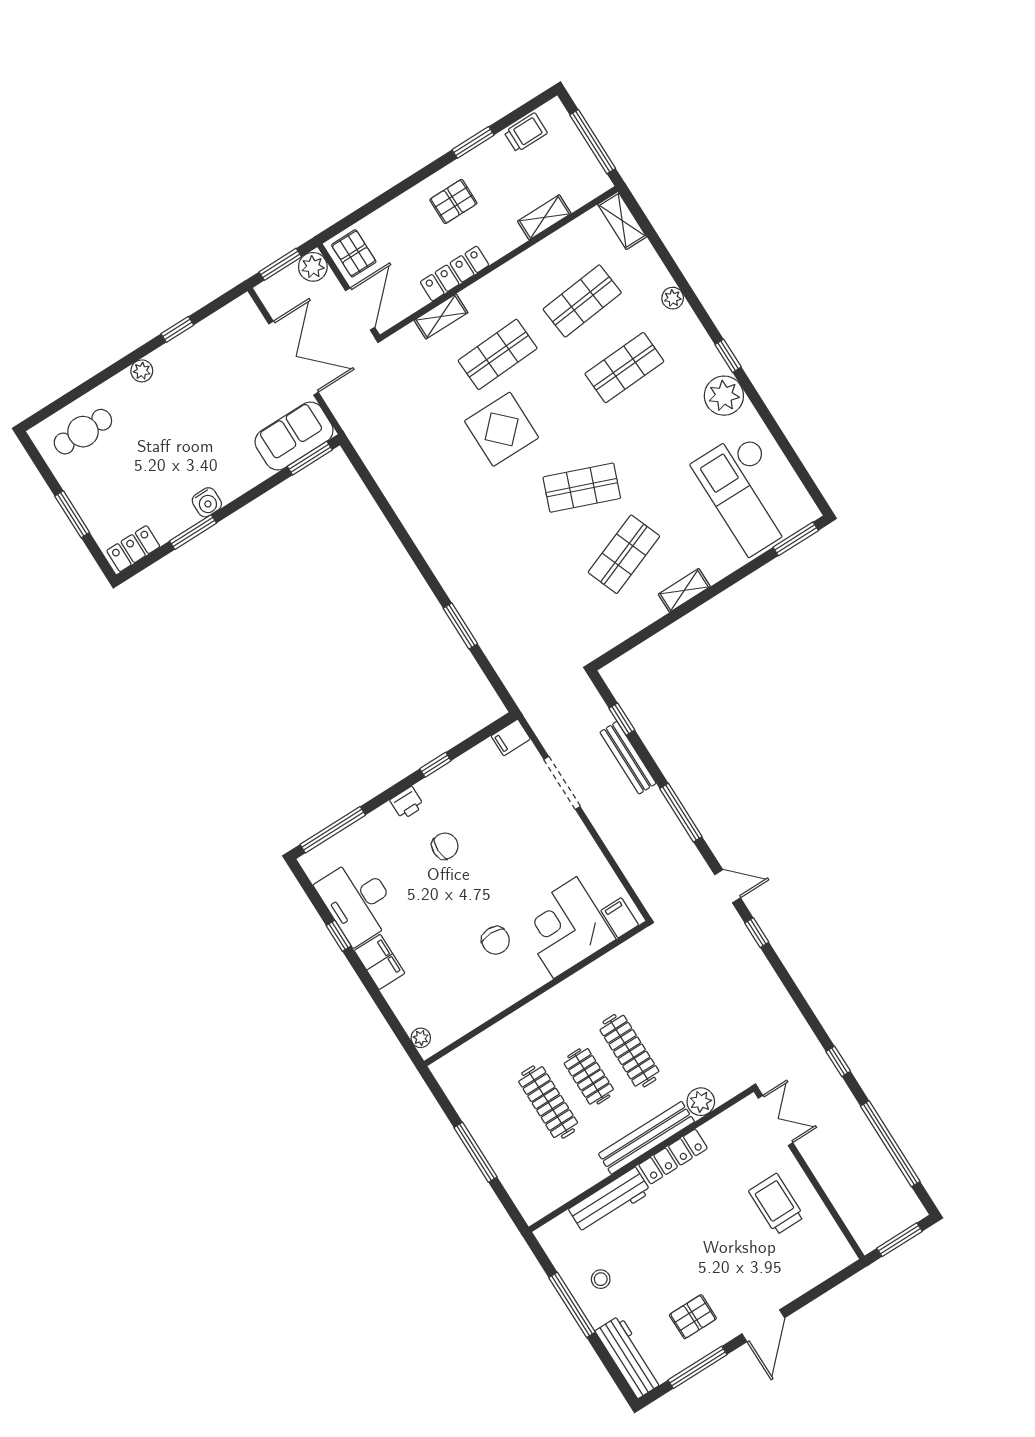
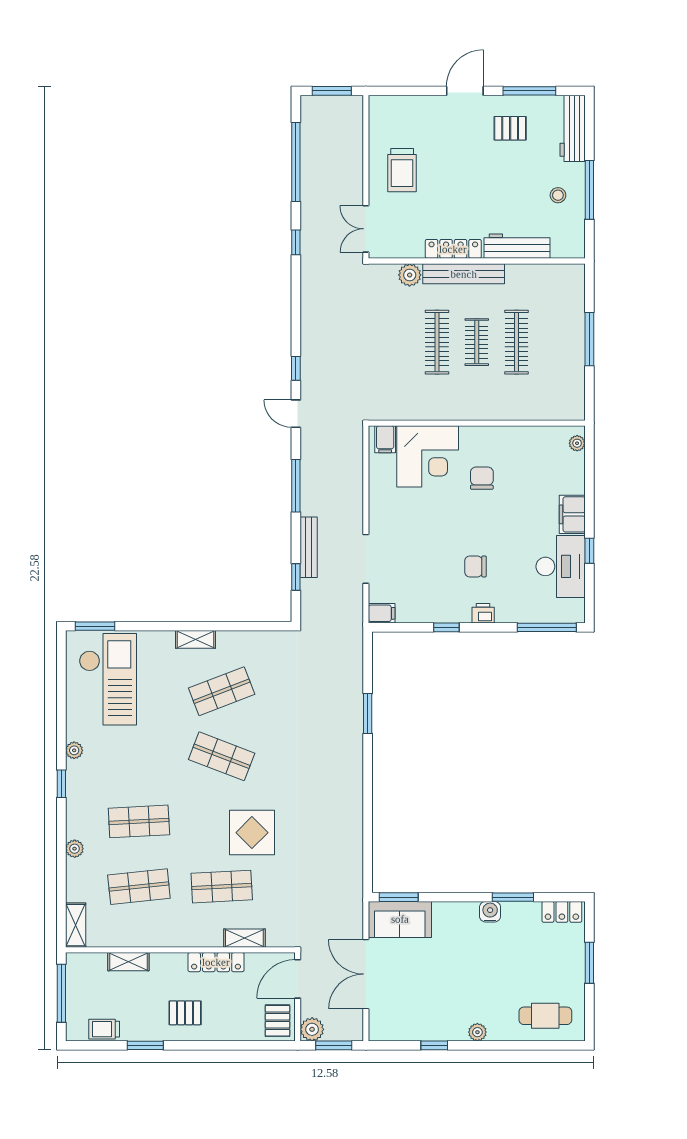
plant: (724, 396) -> (74, 750), width x0.53, depth x0.53

